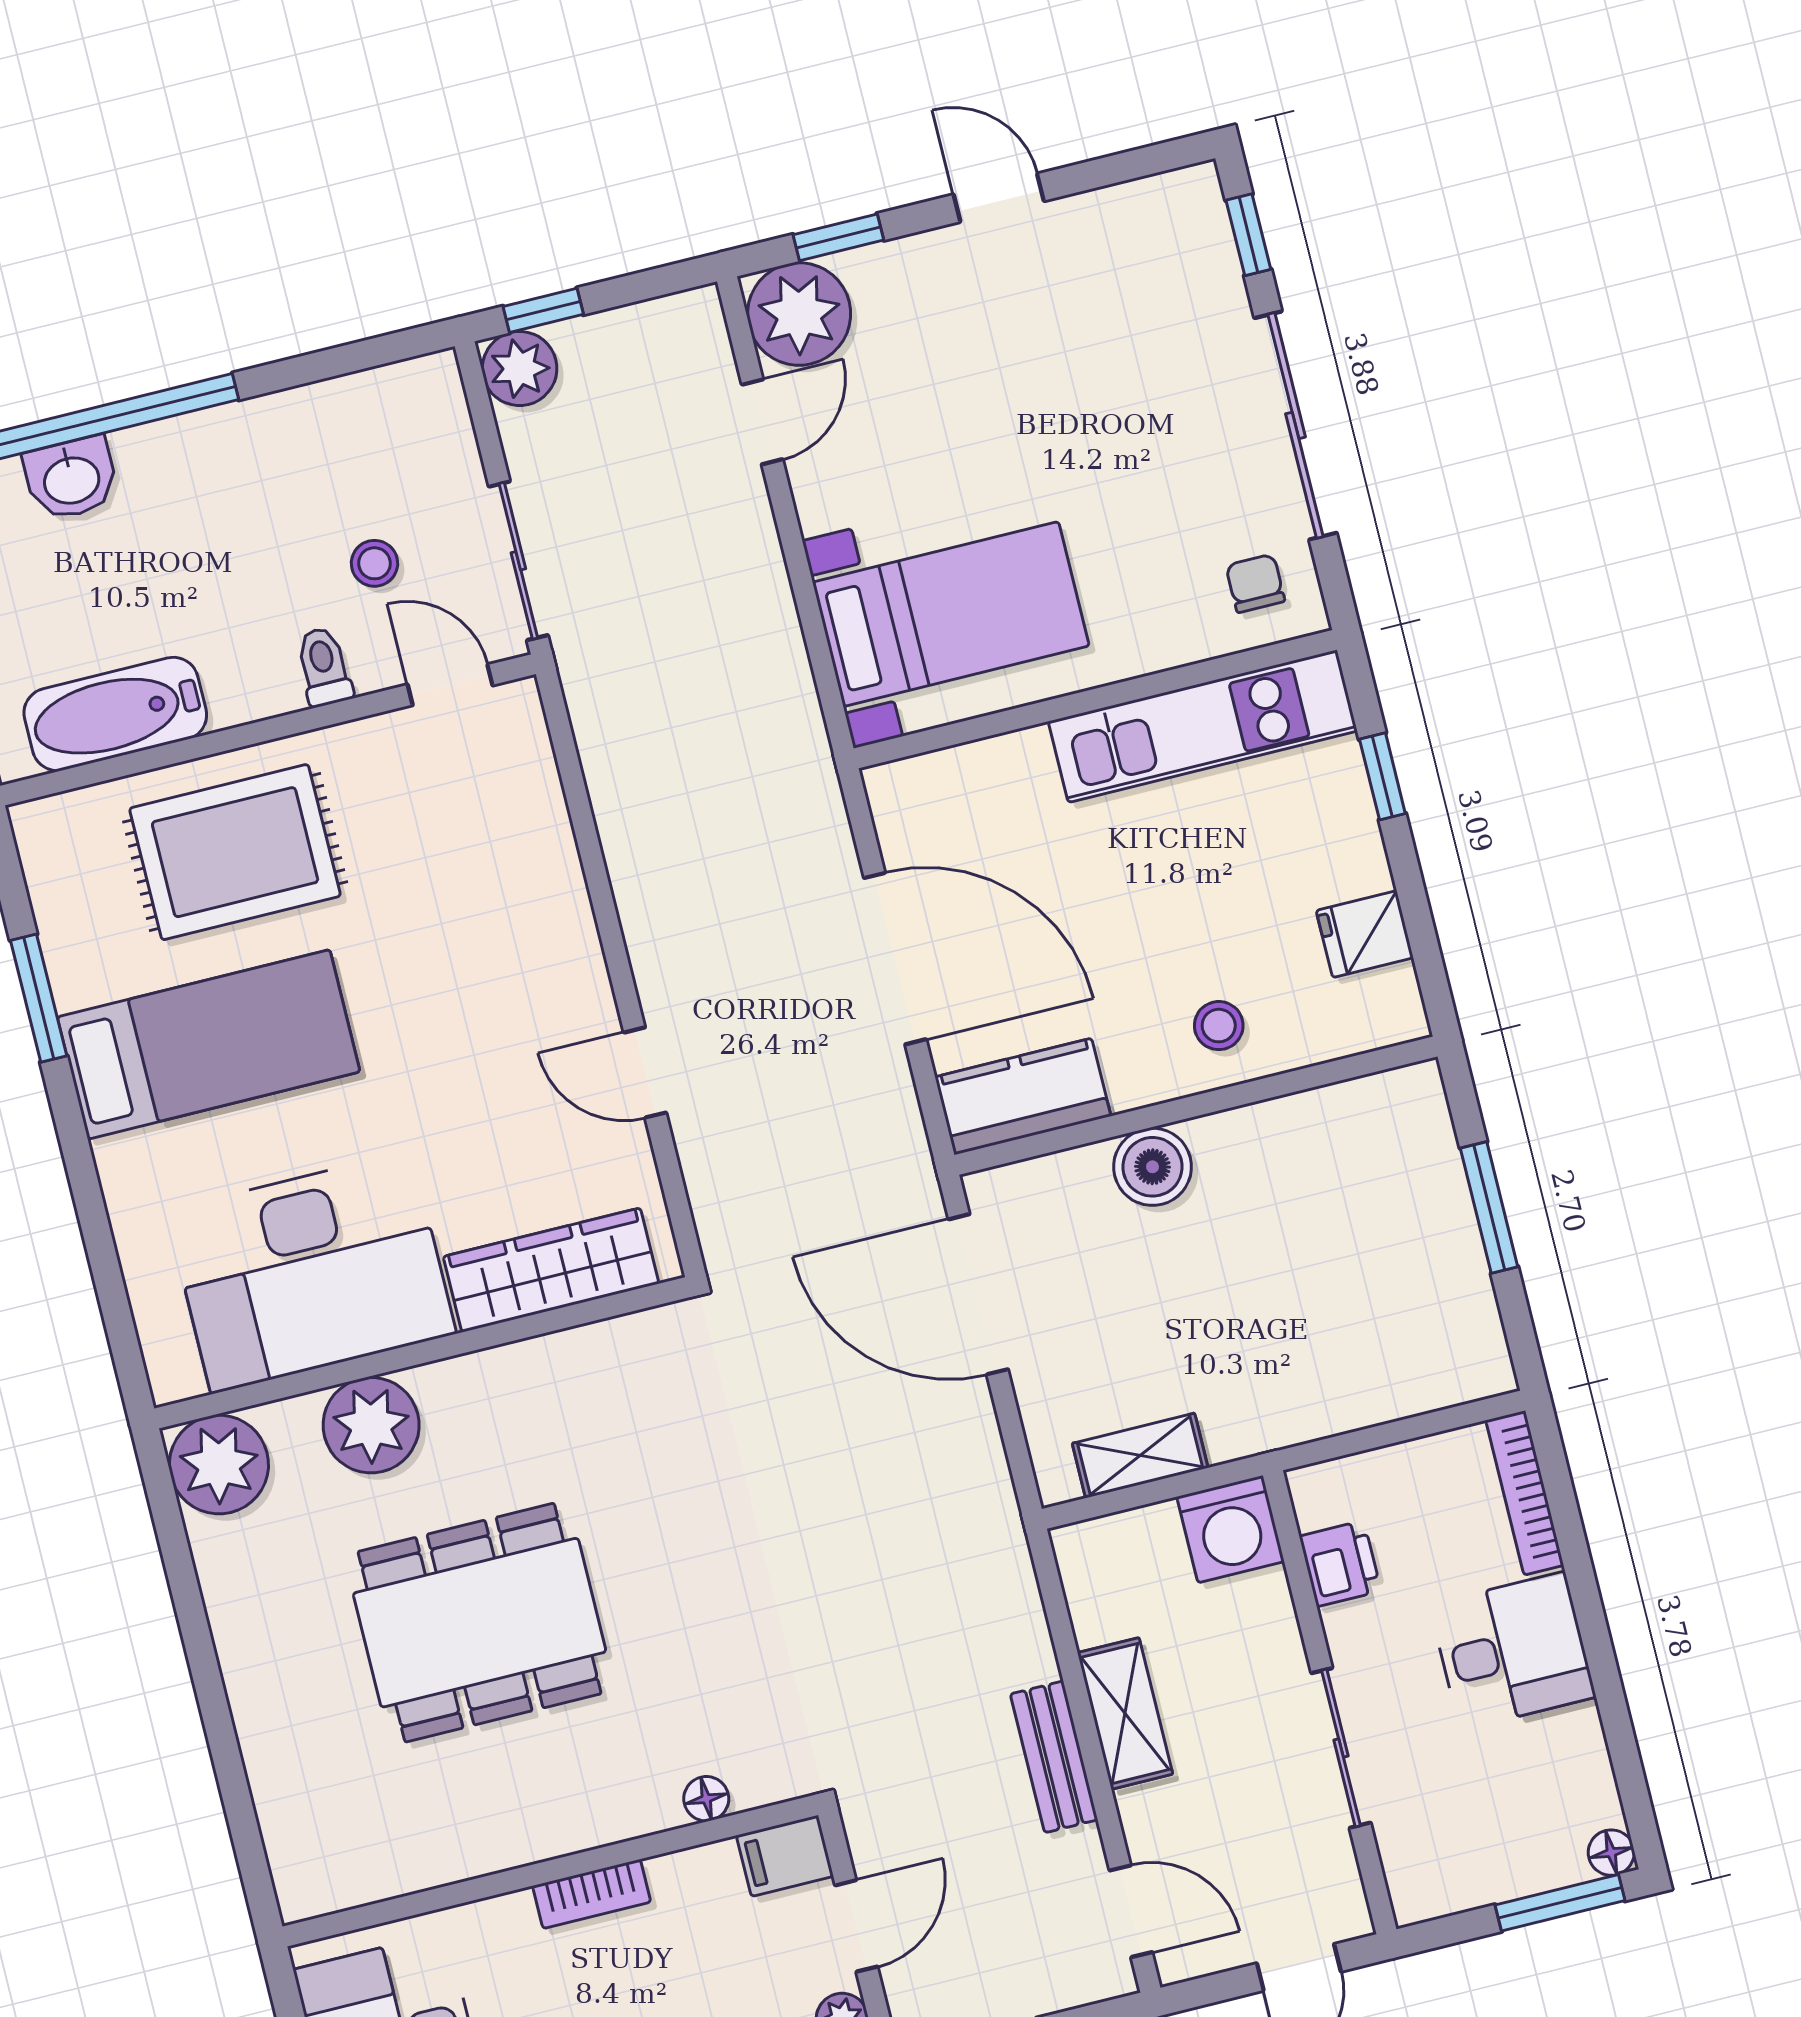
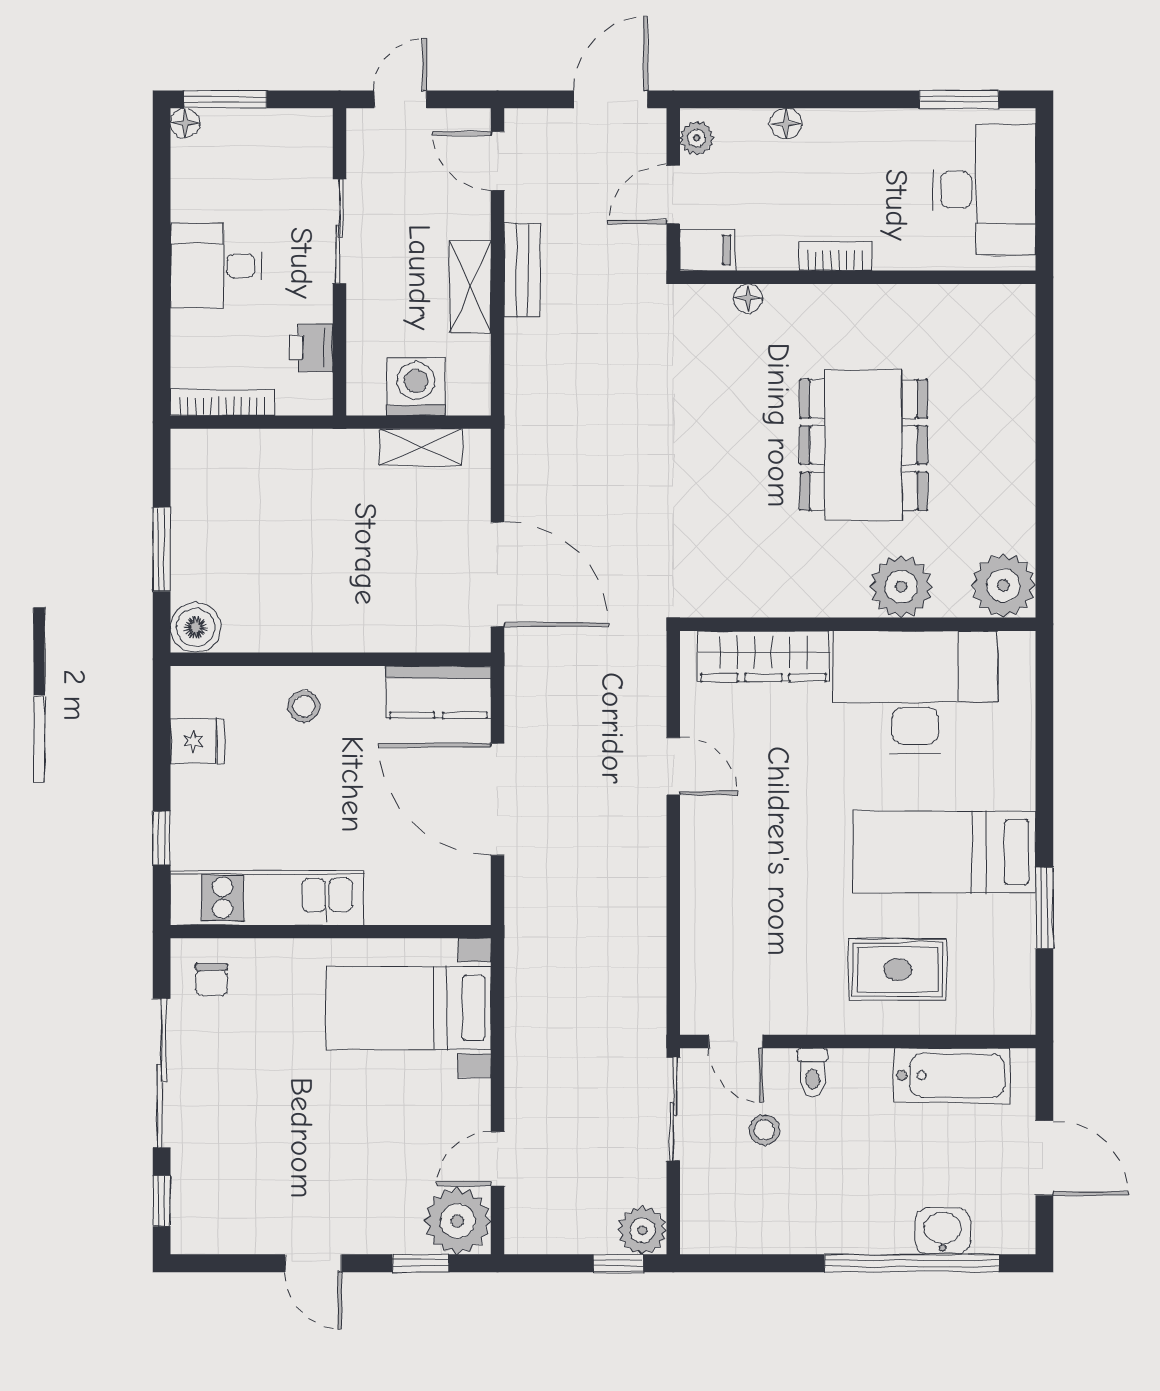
rug: (235, 852) -> (898, 969), width x0.73, depth x0.70
boiler: (1153, 1167) -> (196, 628), moved
bookcase: (1525, 1493) -> (222, 402), moved, turned -90
washing machine: (1231, 1529) -> (416, 387), moved
dining table: (480, 1623) -> (864, 445), turned 90

